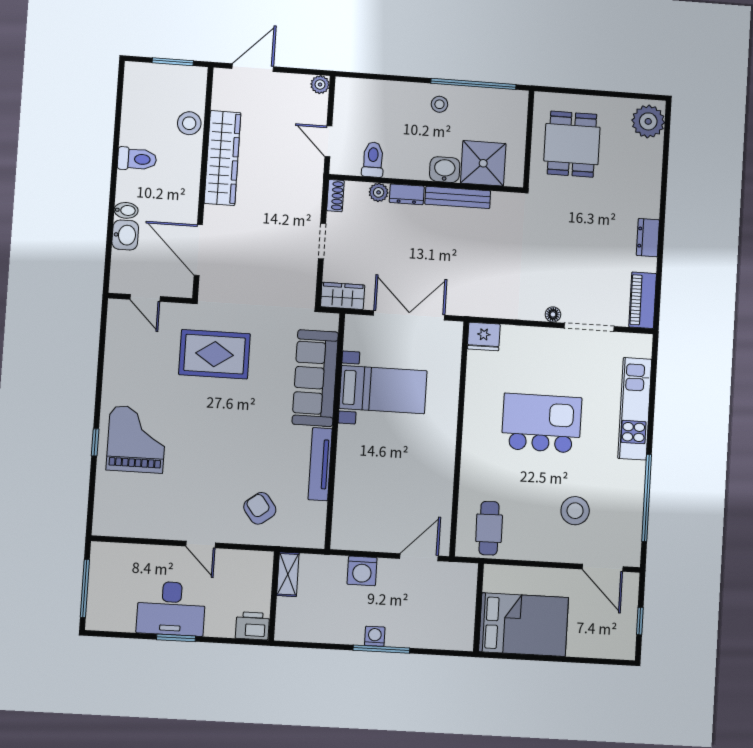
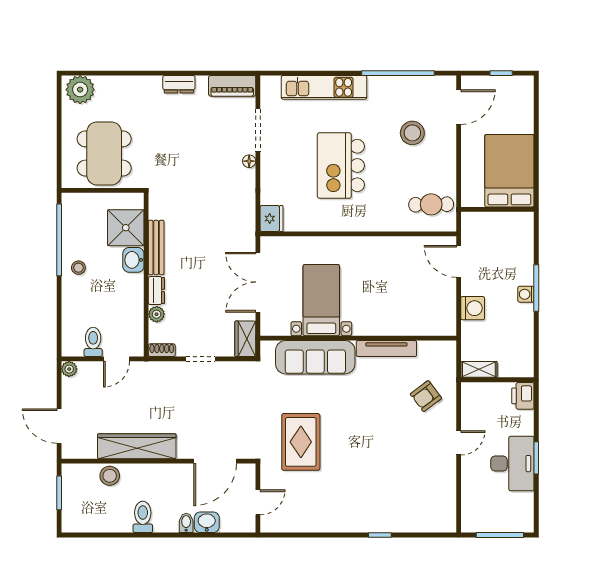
dining table: (572, 144) -> (104, 153), width x1.38
toilet: (373, 160) -> (93, 342), moved, turned 90
grand piano: (136, 439) -> (375, 501), removed

